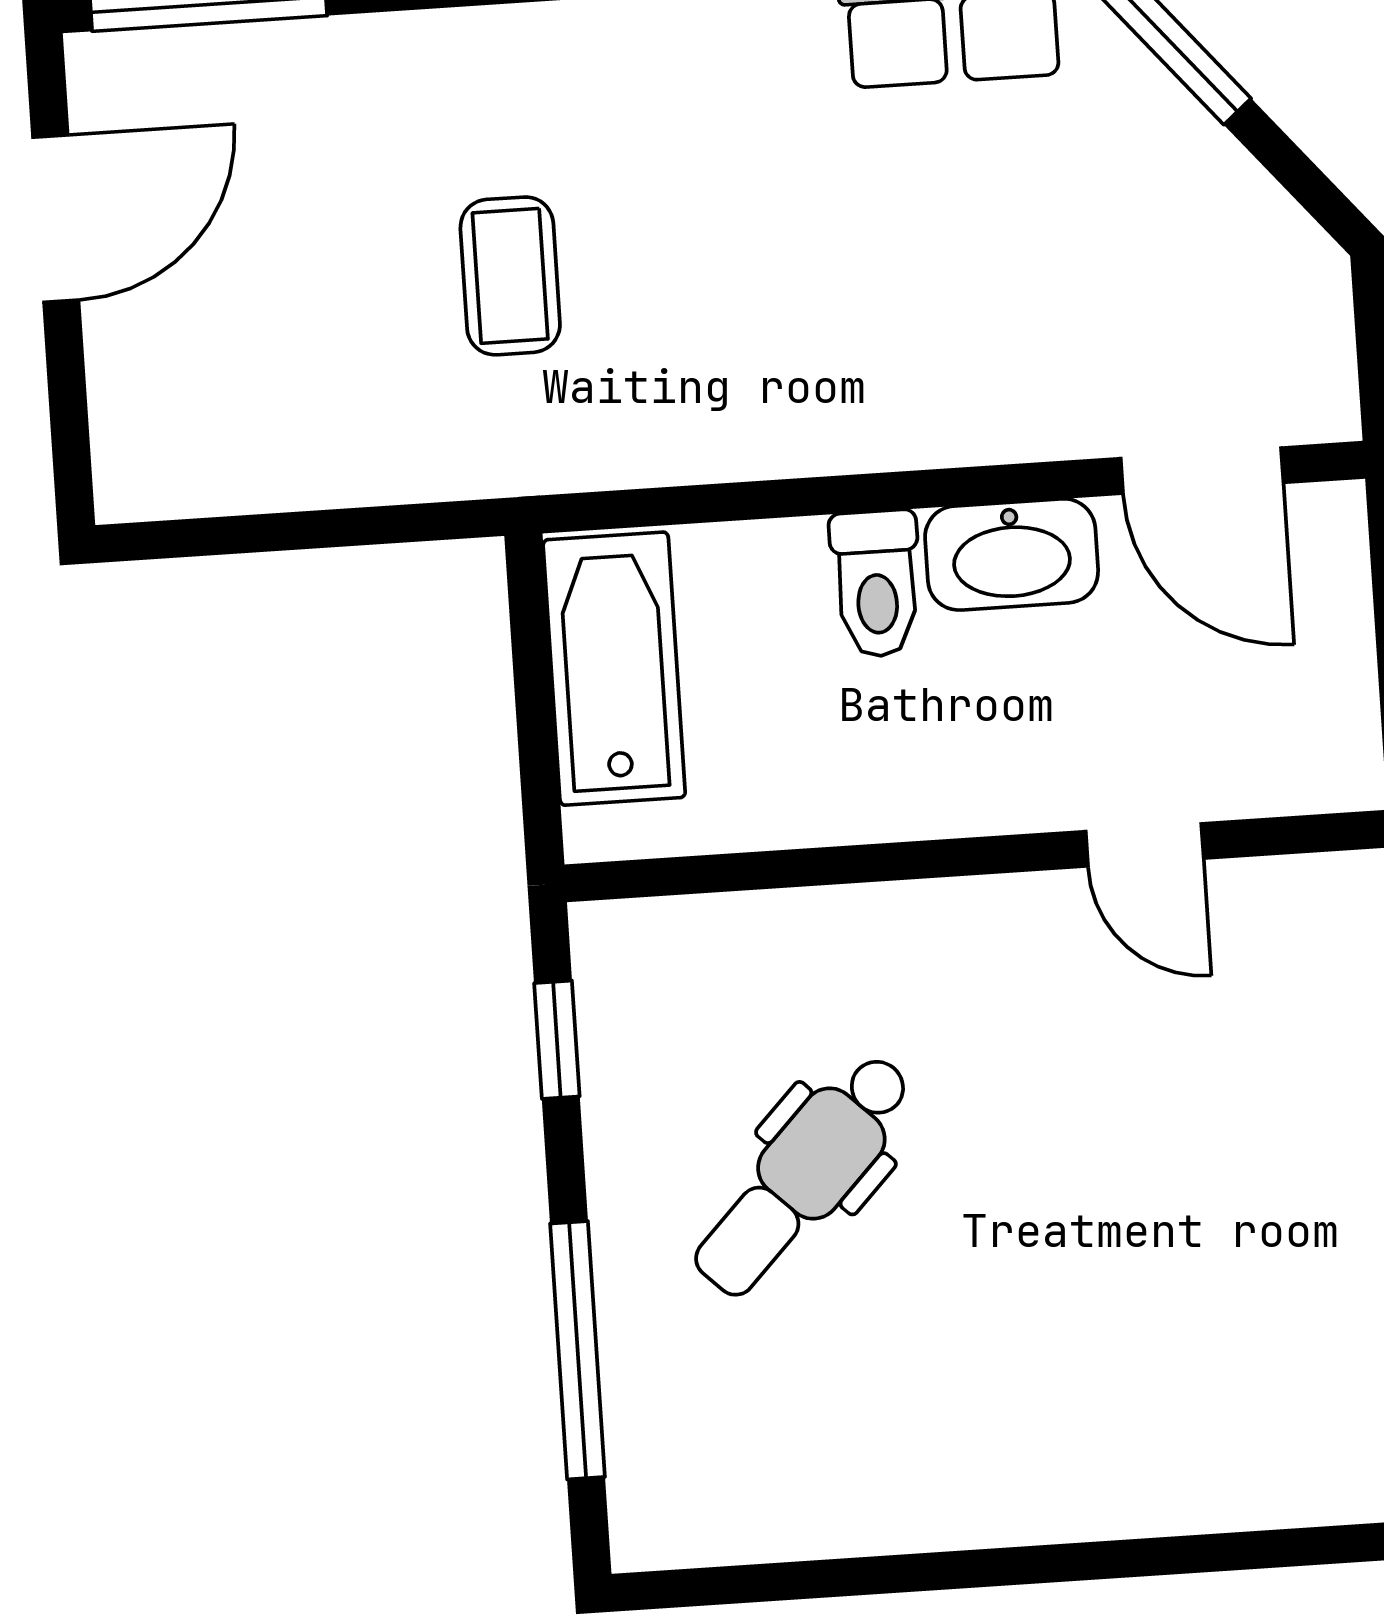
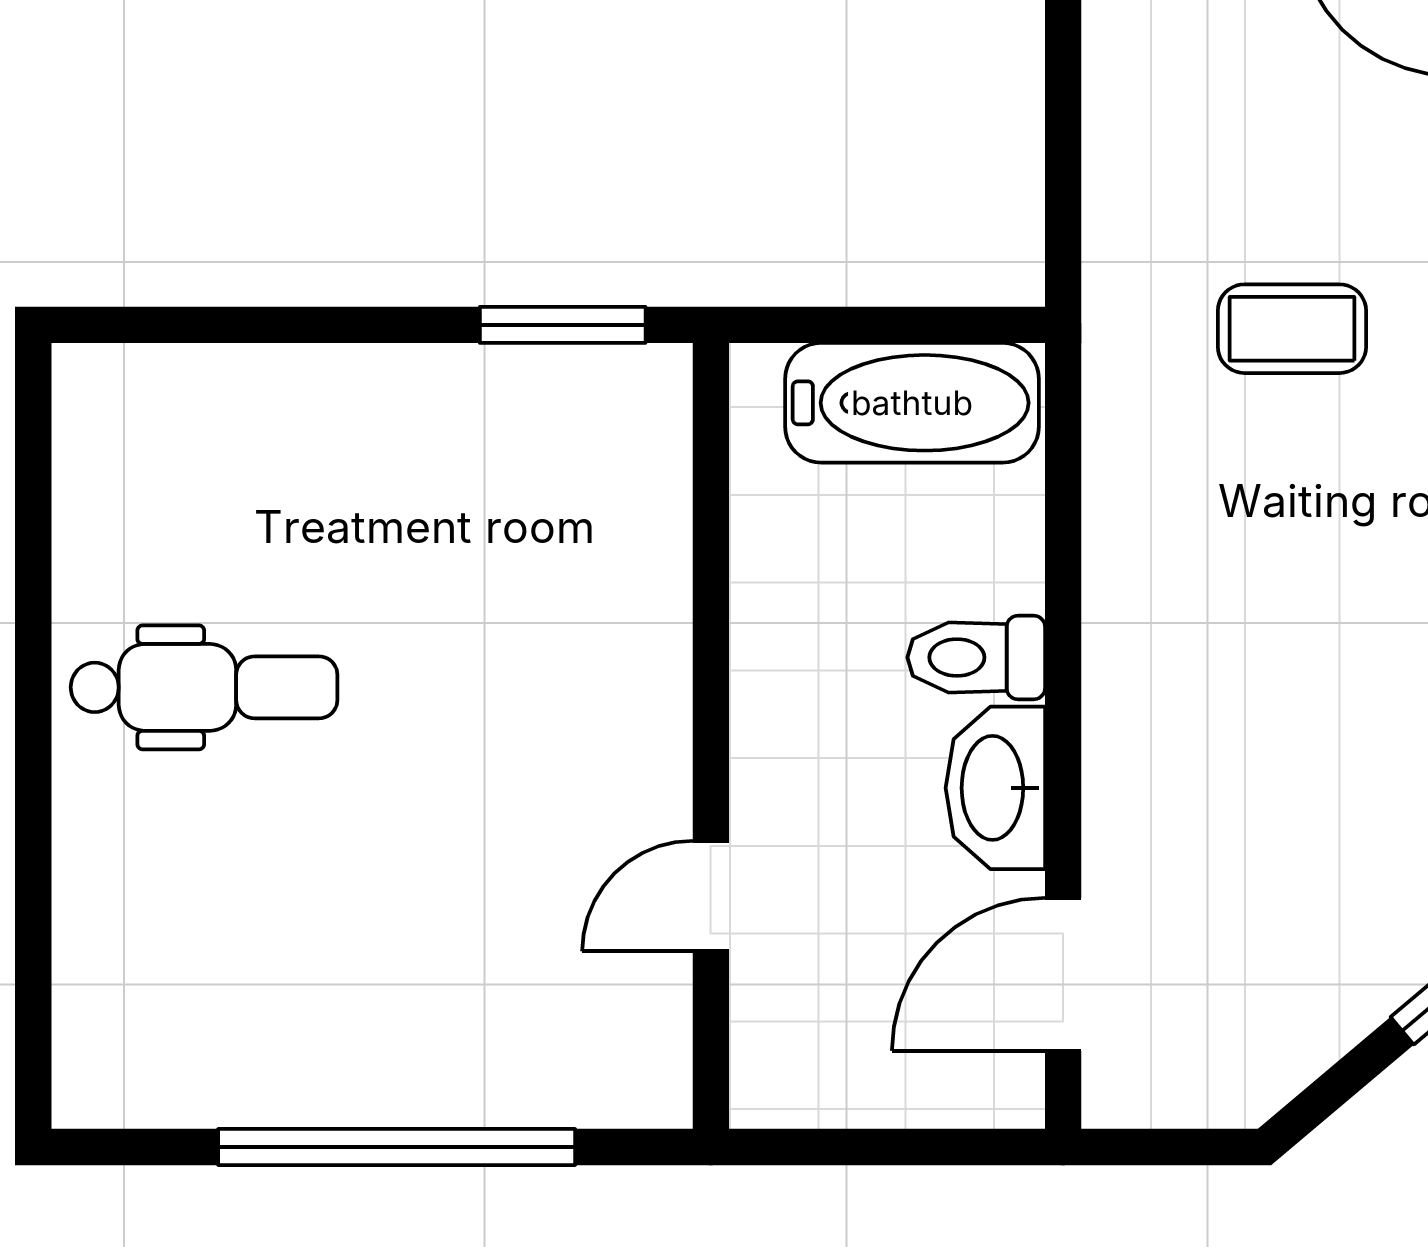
window: (557, 1040) -> (563, 325), width x1.50
dental chair: (803, 1175) -> (204, 687), moved, turned 136
window: (578, 1350) -> (266, 325), removed

